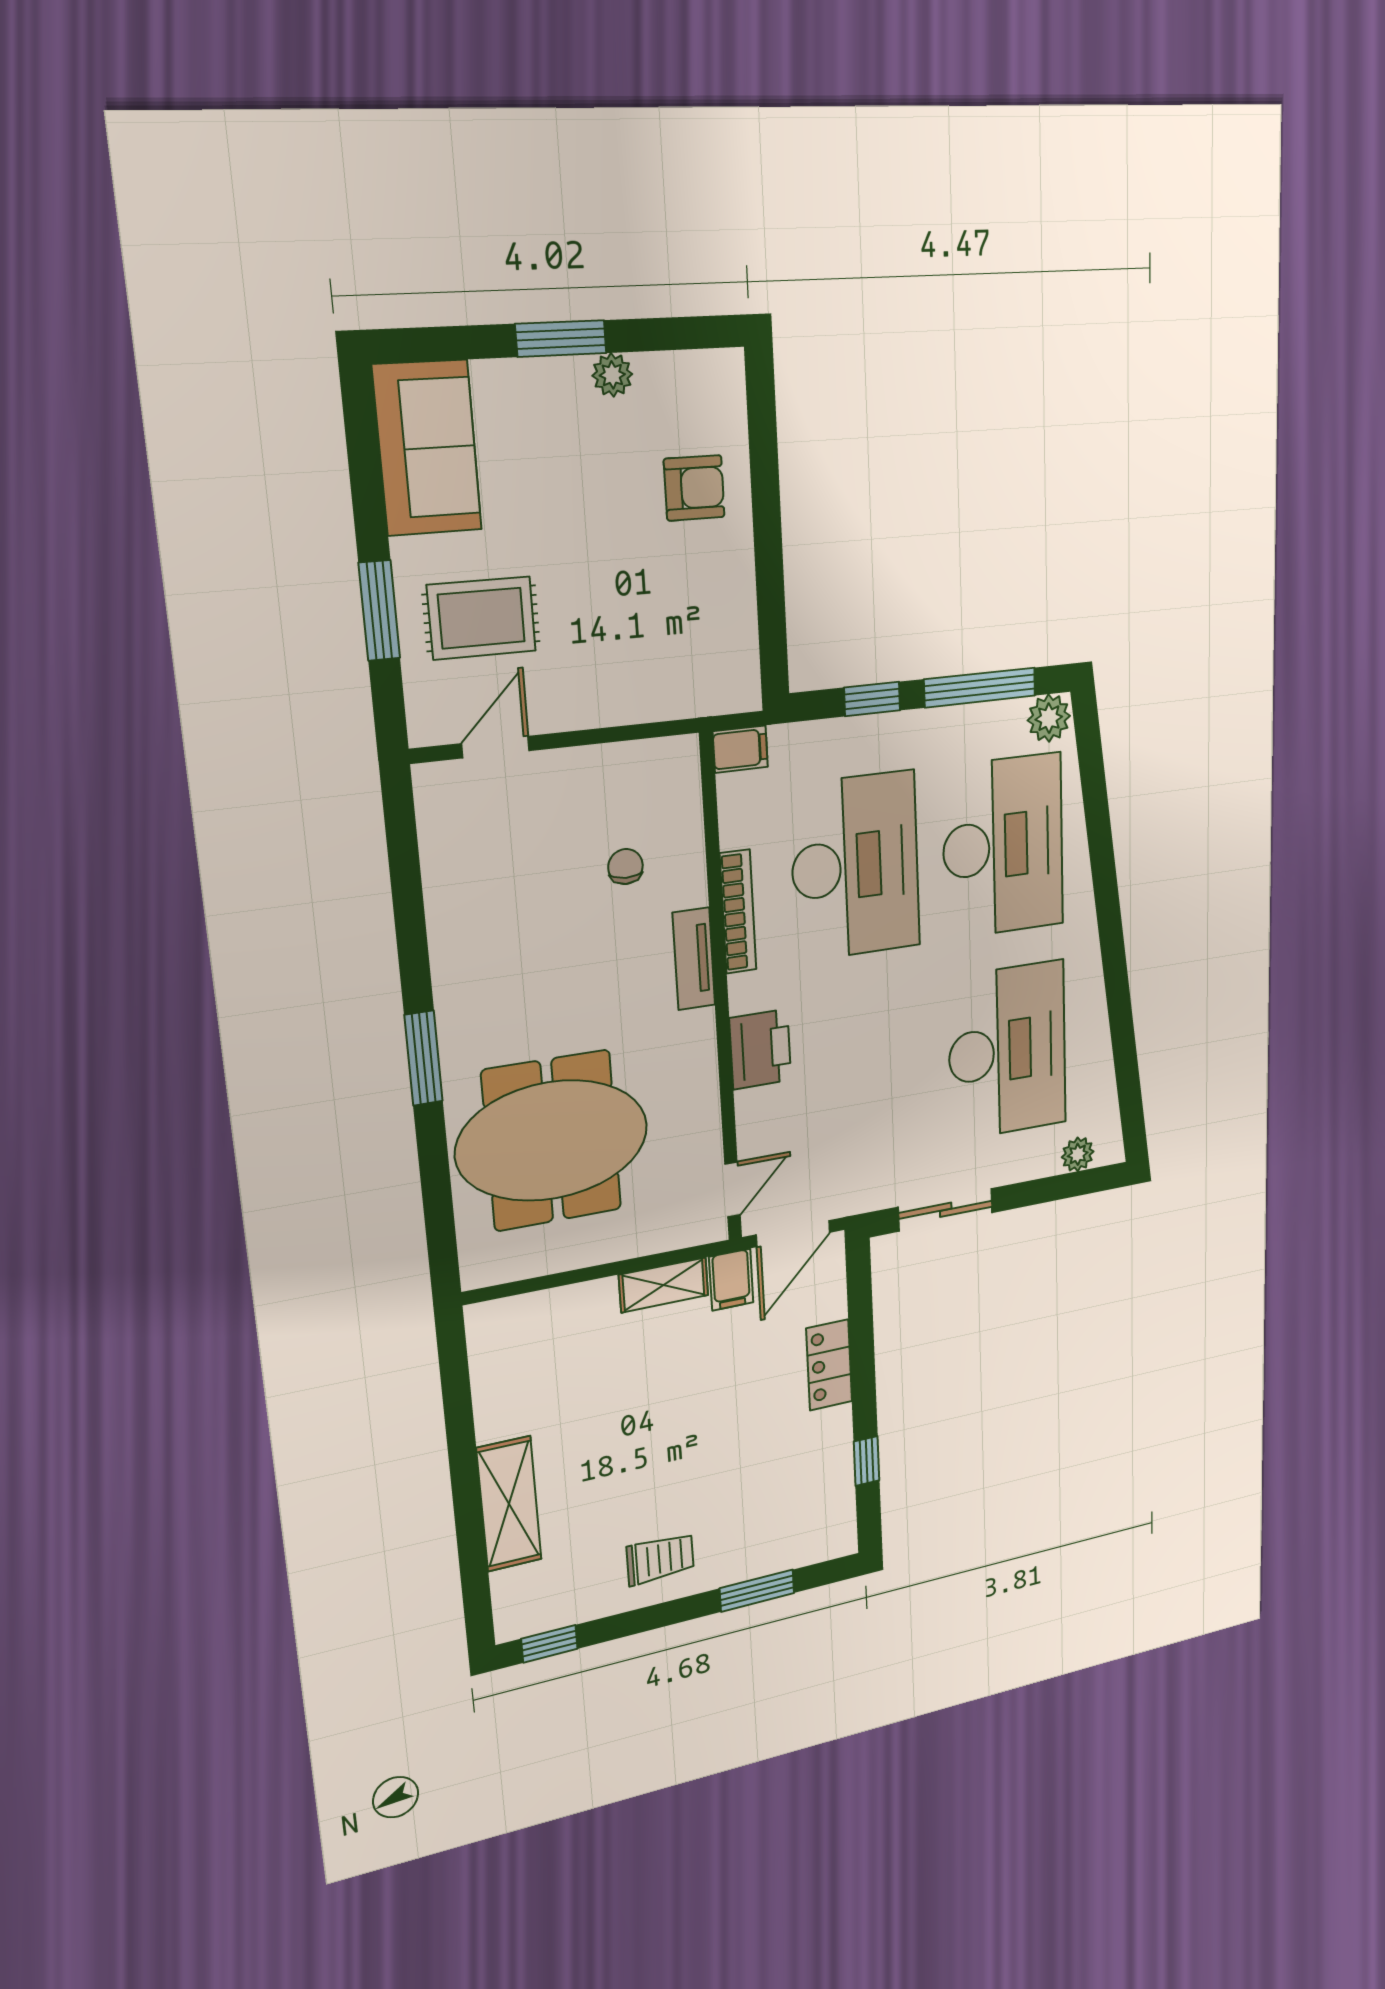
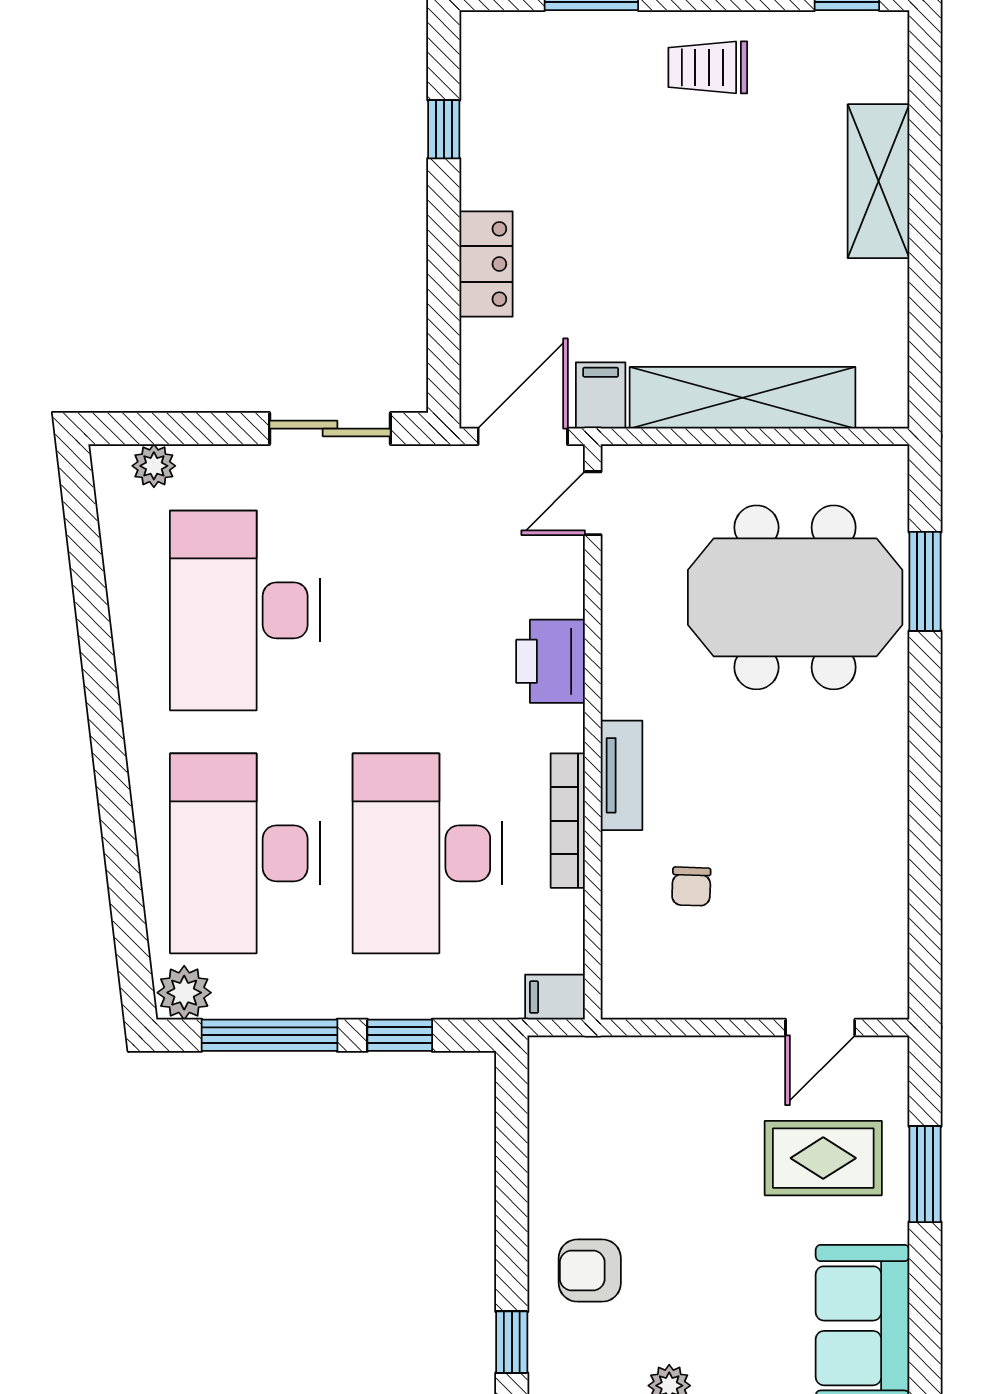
window: (762, 412) -> (512, 1342), added
window: (423, 1058) -> (925, 581), moved
shelving: (664, 1285) -> (743, 398), width x2.20, depth x1.33

